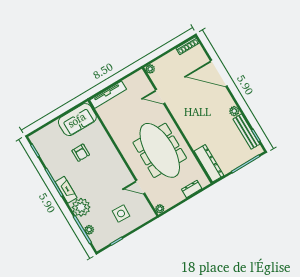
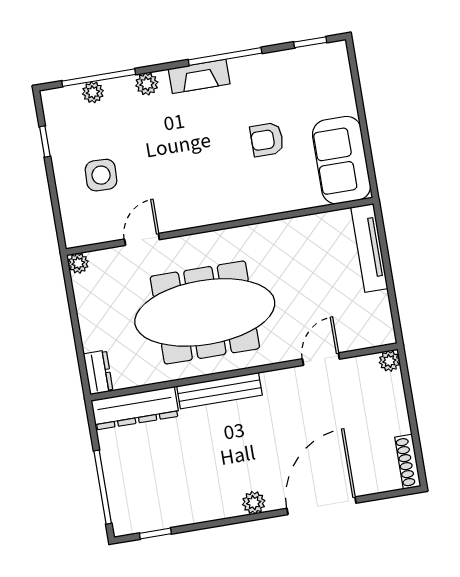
plant: (234, 111) -> (254, 503), moved
bench: (246, 132) -> (219, 391), moved
dresser: (192, 189) -> (98, 372), moved
plant: (81, 207) -> (147, 84), width x0.53, depth x0.53

